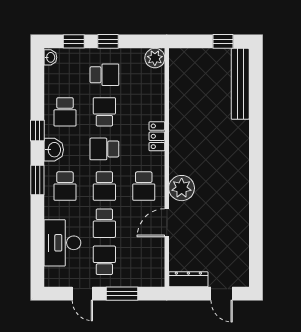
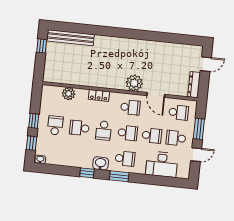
plant: (155, 58) -> (69, 94), moved
school desk: (65, 112) -> (179, 112), moved

